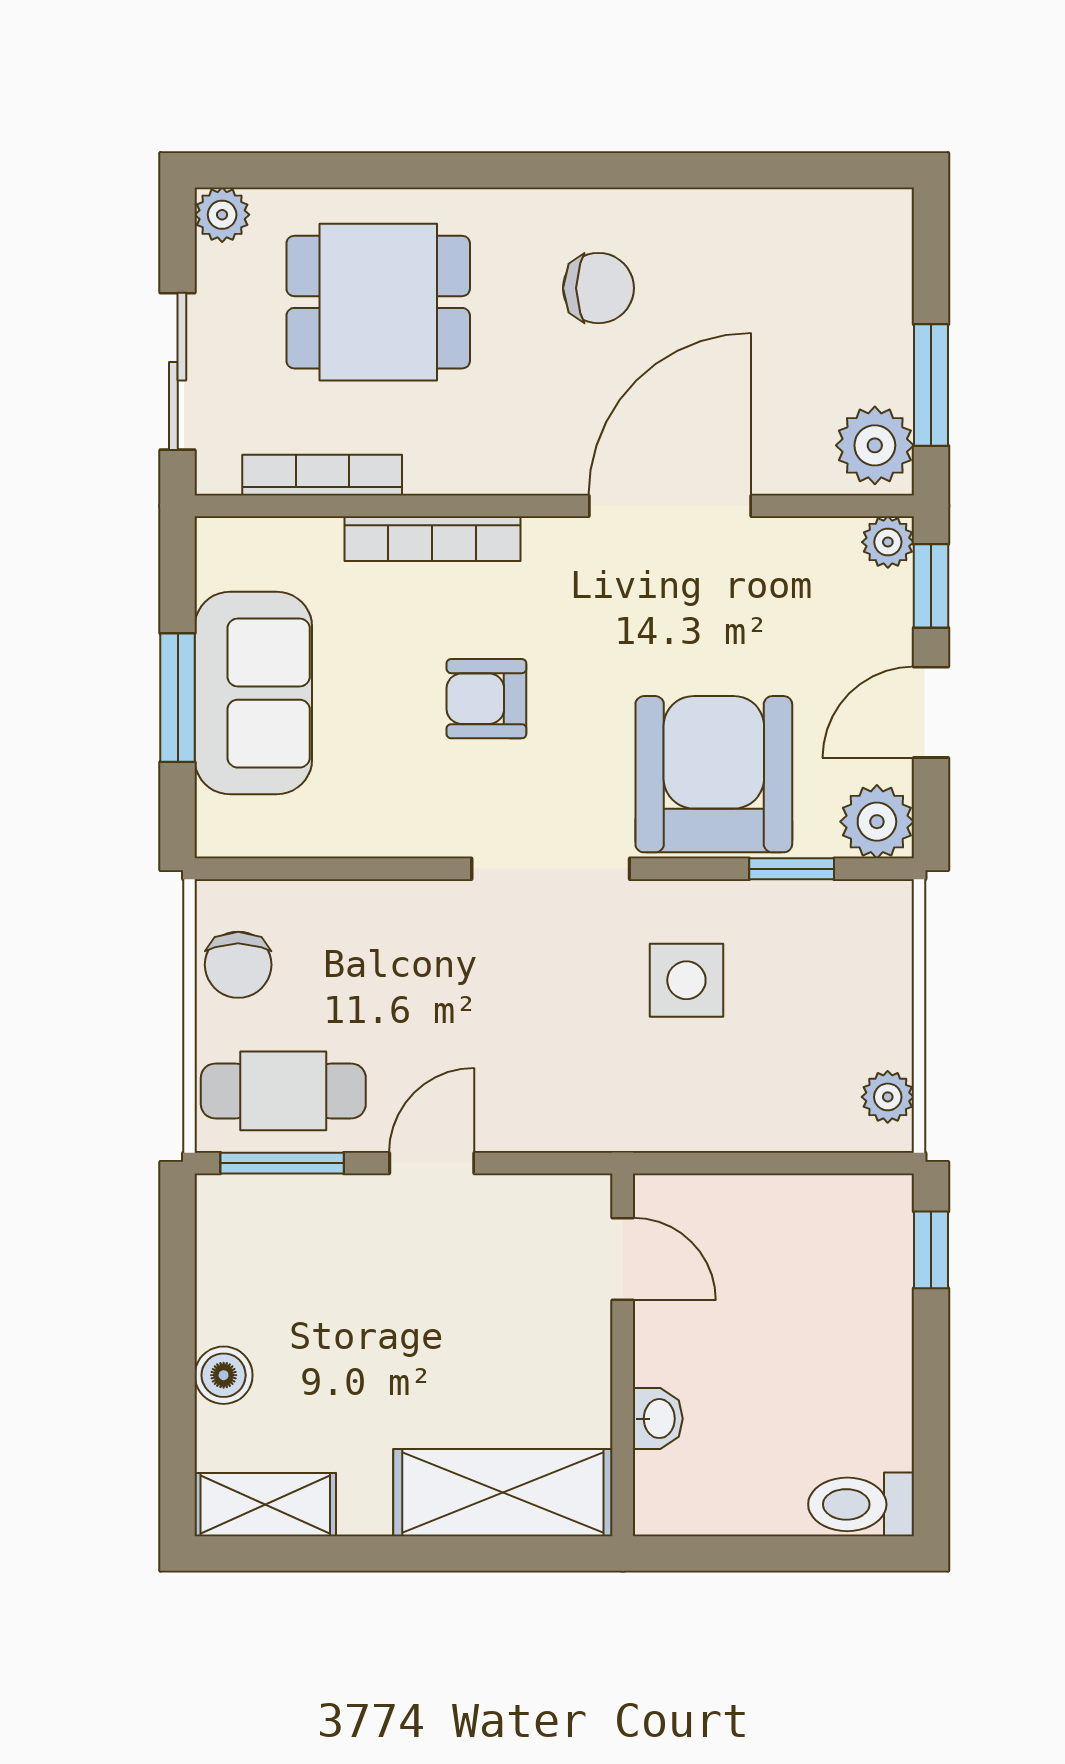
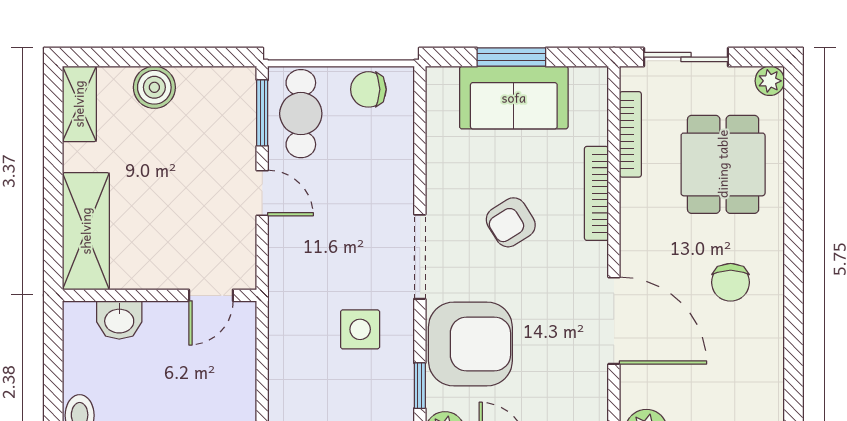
armchair: (486, 699) -> (511, 222), turned -122
boiler: (224, 1375) -> (154, 87), width x1.36, depth x1.36
washbasin: (658, 1419) -> (119, 320), width x1.38, depth x1.45

